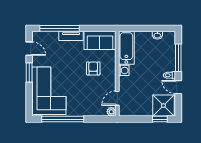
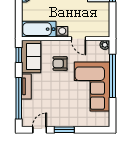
window: (101, 28) -> (19, 55), added
corner sofa: (49, 91) -> (92, 87), moved, turned -90
door: (117, 98) -> (79, 39), moved
window: (63, 119) -> (113, 76), moved

